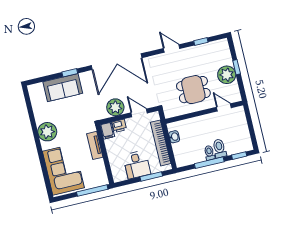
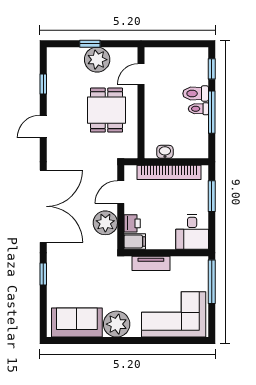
sofa: (63, 88) -> (77, 323), moved, turned -90
desk: (137, 165) -> (192, 232), moved, turned 90

